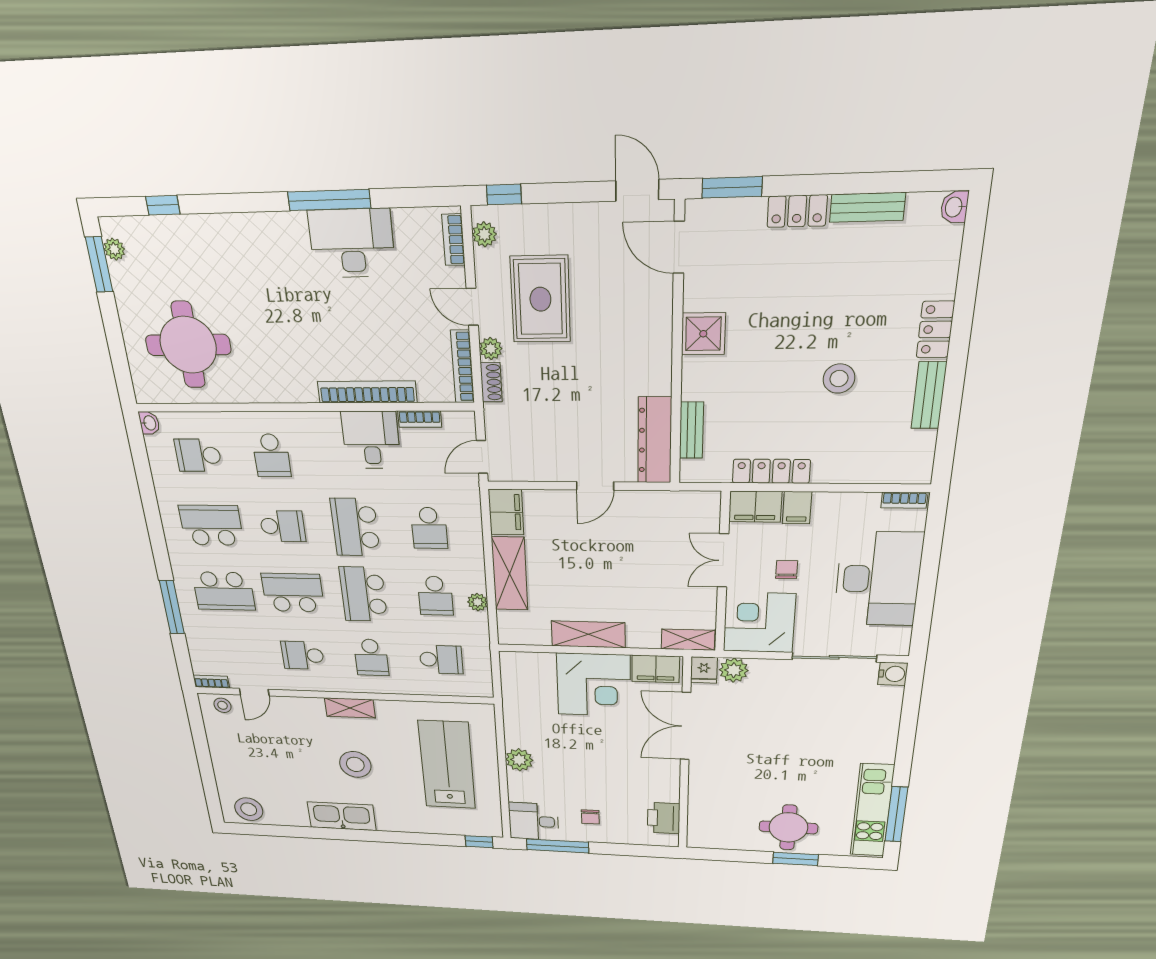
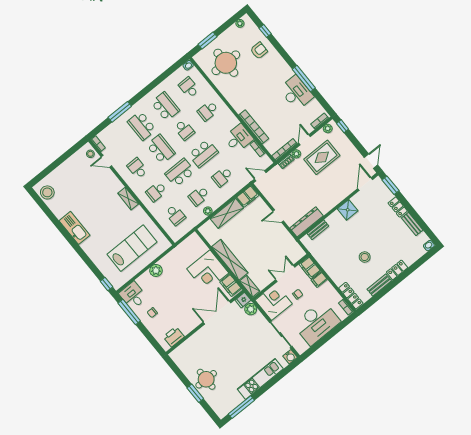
armchair: (201, 254) -> (259, 51), added
window: (99, 265) -> (207, 41), moved
locker: (771, 471) -> (351, 296), moved
school desk: (355, 527) -> (203, 153), turned 180
shelving: (588, 634) -> (230, 260), width x1.47
stool: (355, 764) -> (104, 217), removed
kitchen unit: (872, 810) -> (260, 379), moved

